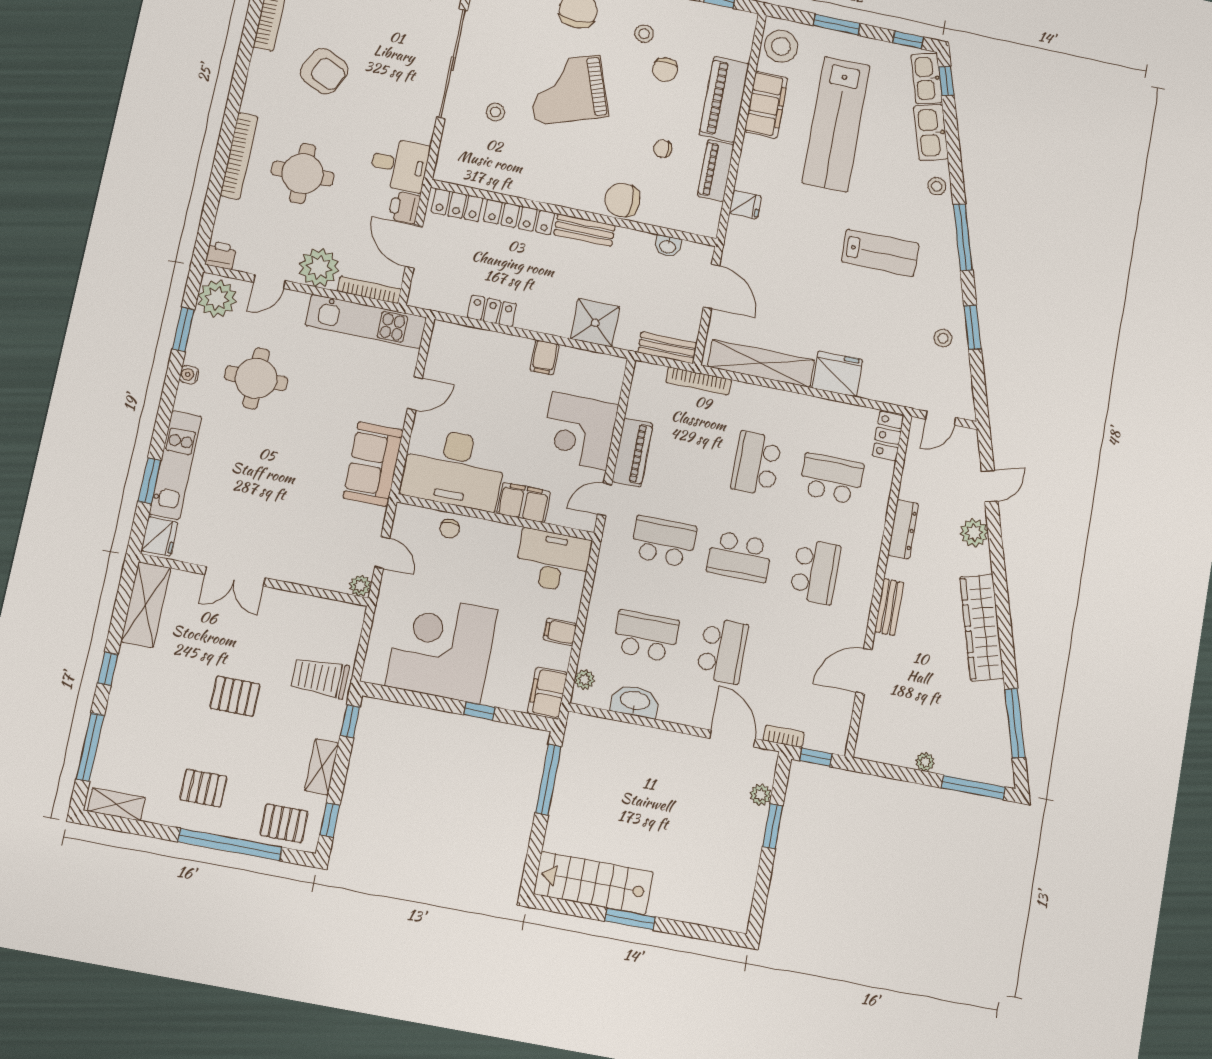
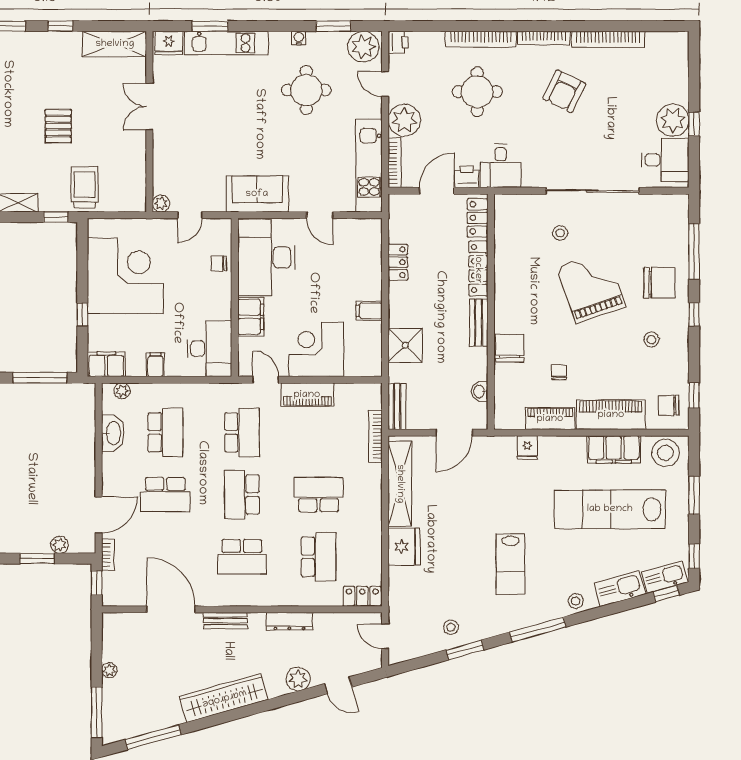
chair: (665, 70) -> (669, 405), moved
bookcase: (254, 81) -> (544, 38), added
door: (864, 671) -> (171, 609), width x1.36

